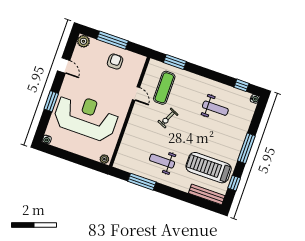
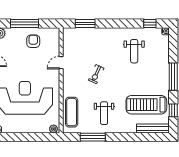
exercise mat: (164, 88) -> (72, 112), moved
door: (136, 94) -> (61, 63), swing flipped
weight bench: (215, 108) -> (134, 51), turned 90
weight bench: (162, 161) -> (104, 113), turned -90

